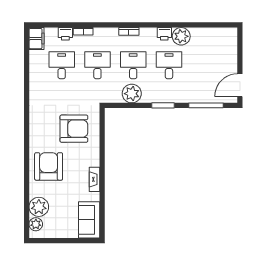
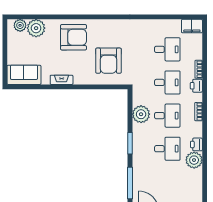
printer: (65, 34) -> (196, 86), moved

